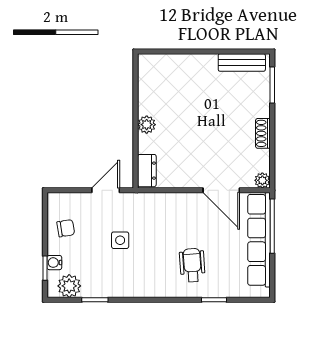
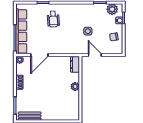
door: (106, 190) -> (95, 55), swing flipped
door: (221, 190) -> (39, 55), swing flipped

